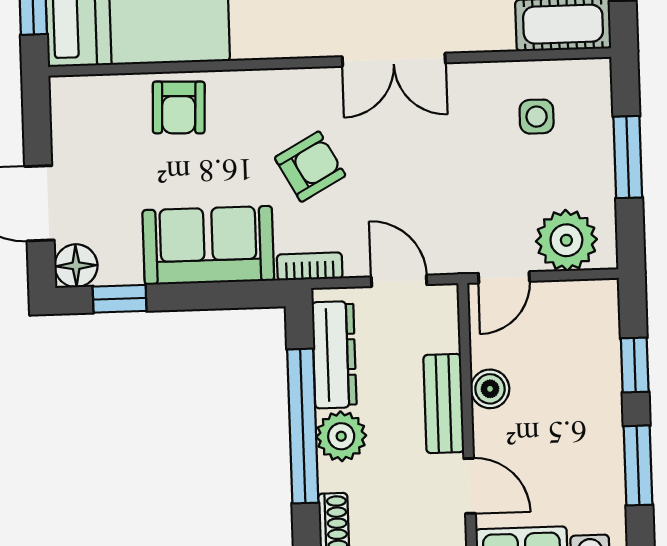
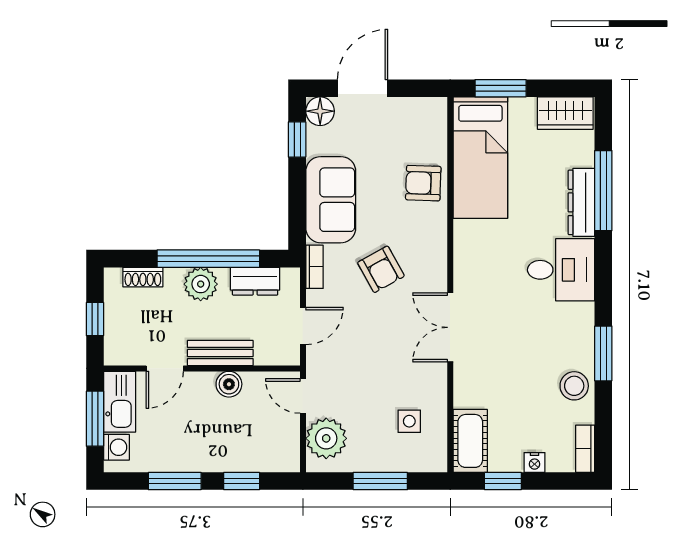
dresser: (334, 355) -> (255, 281), width x0.70

